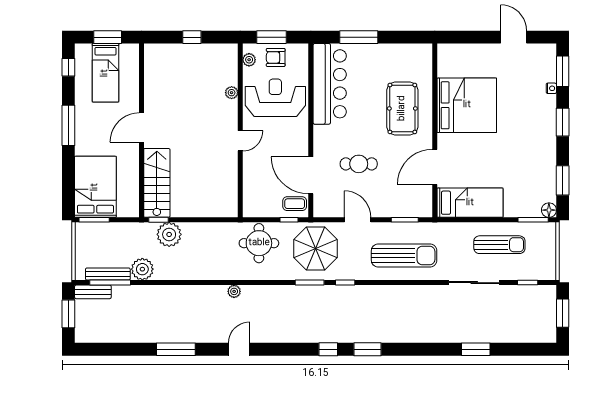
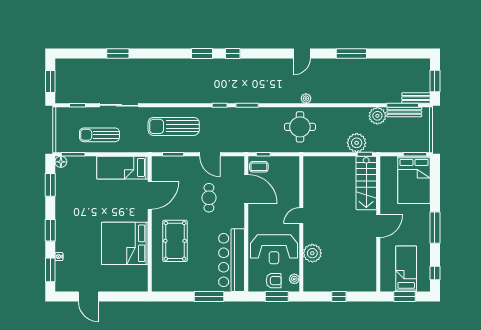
plant: (232, 93) -> (312, 253), width x1.87, depth x1.87
cafe table: (359, 164) -> (209, 198), turned 90
round table: (259, 243) -> (300, 127), moved
parasol: (315, 249) -> (243, 132), removed

